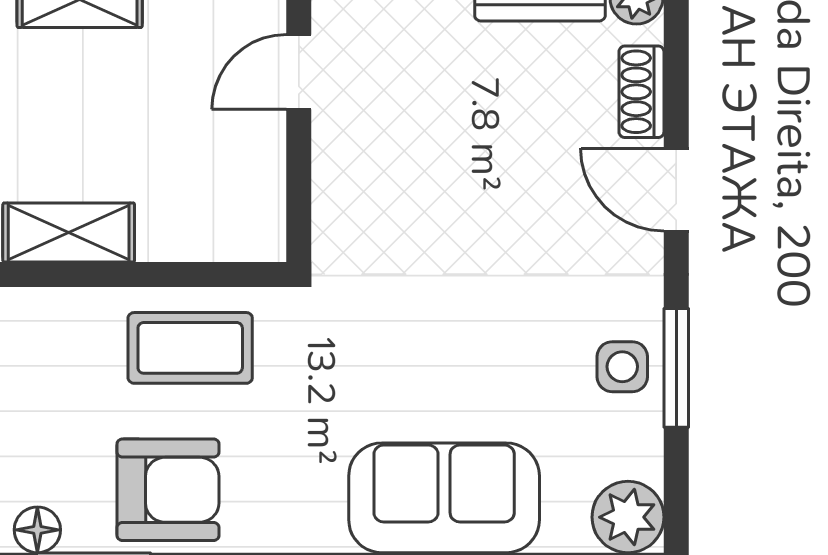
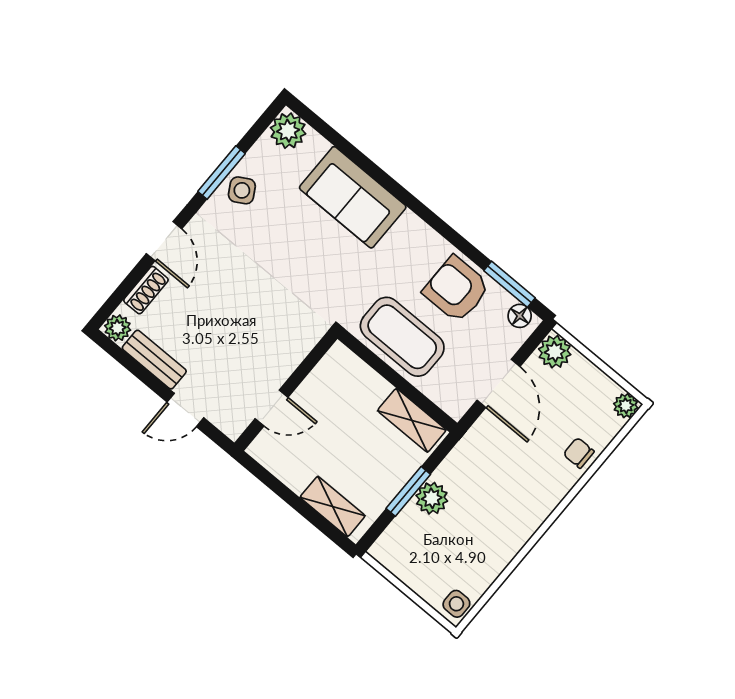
coffee table: (190, 348) -> (402, 337), width x1.36, depth x1.32
side table: (622, 367) -> (242, 190), turned -30

